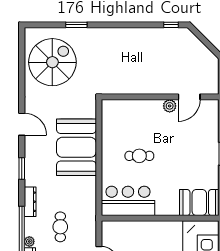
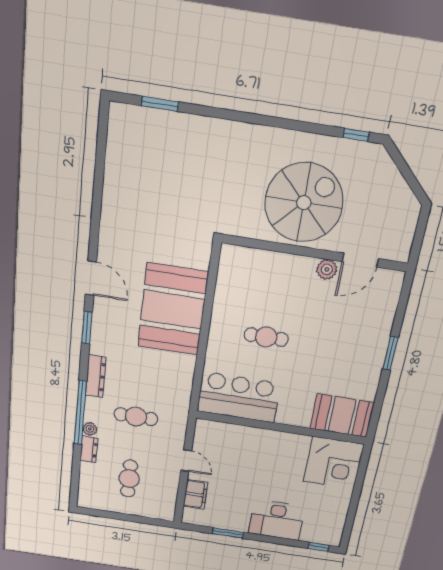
window: (76, 25) -> (160, 104), moved
spiral stairs: (52, 62) -> (304, 203), moved
door: (22, 124) -> (91, 278), moved
cafe table: (60, 227) -> (136, 417), turned 90

